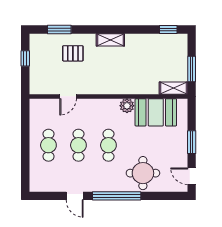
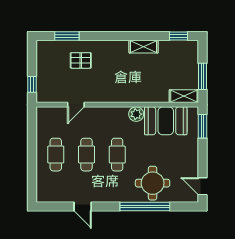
shelving: (110, 40) -> (144, 47), moved
window: (25, 58) -> (32, 84), moved
window: (192, 142) -> (202, 126), moved
window: (117, 196) -> (145, 207), moved

